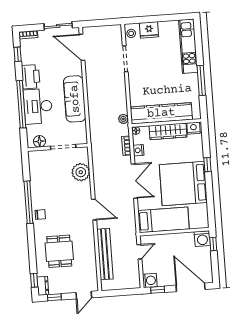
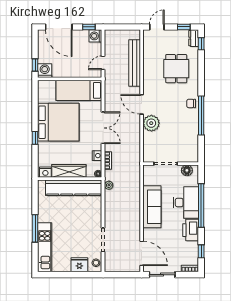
window: (201, 80) -> (35, 228), moved
plant: (81, 172) -> (151, 123), moved
double door: (134, 181) -> (103, 128), swing flipped

